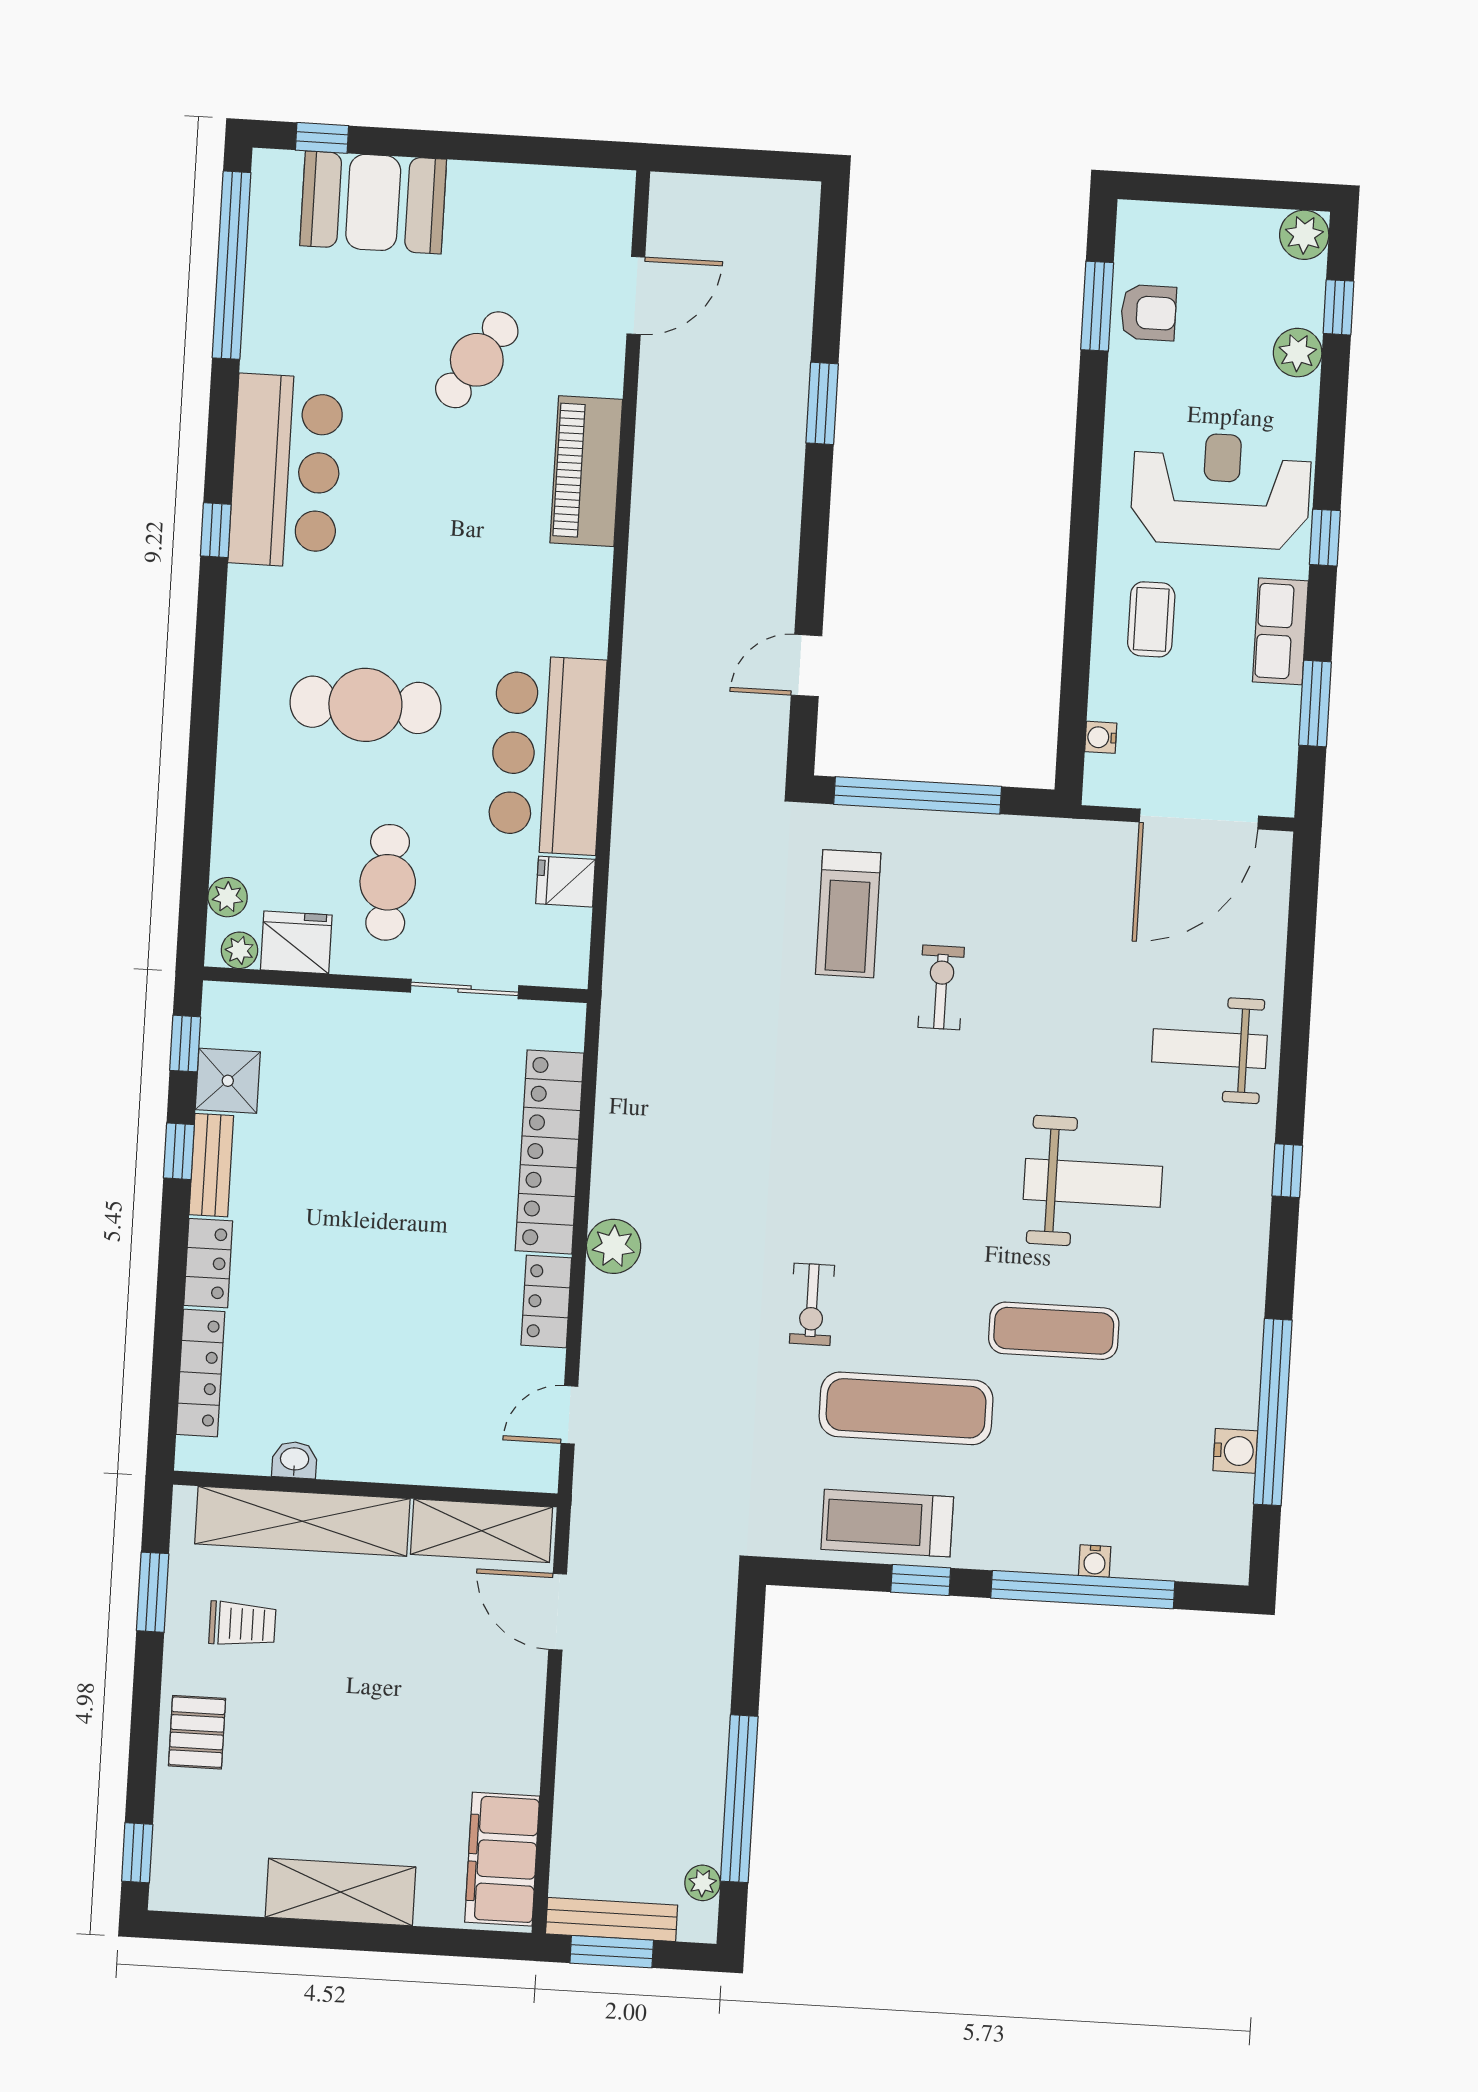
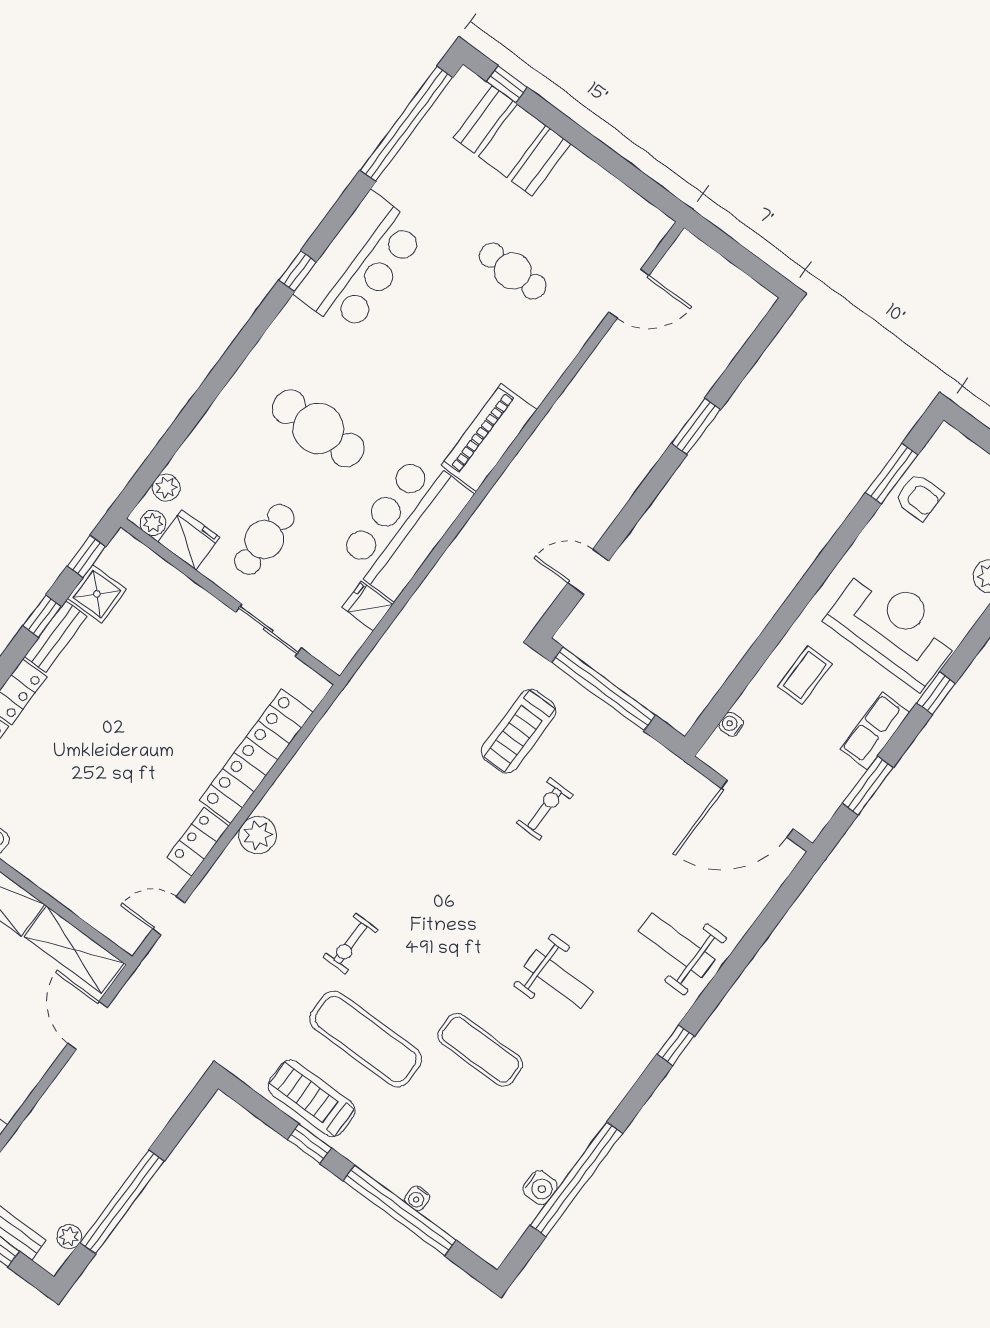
cafe table: (477, 360) -> (513, 271), turned 56
piano: (586, 471) -> (489, 438), moved
weight bench: (1093, 1183) -> (559, 979), width x0.73, depth x0.75

